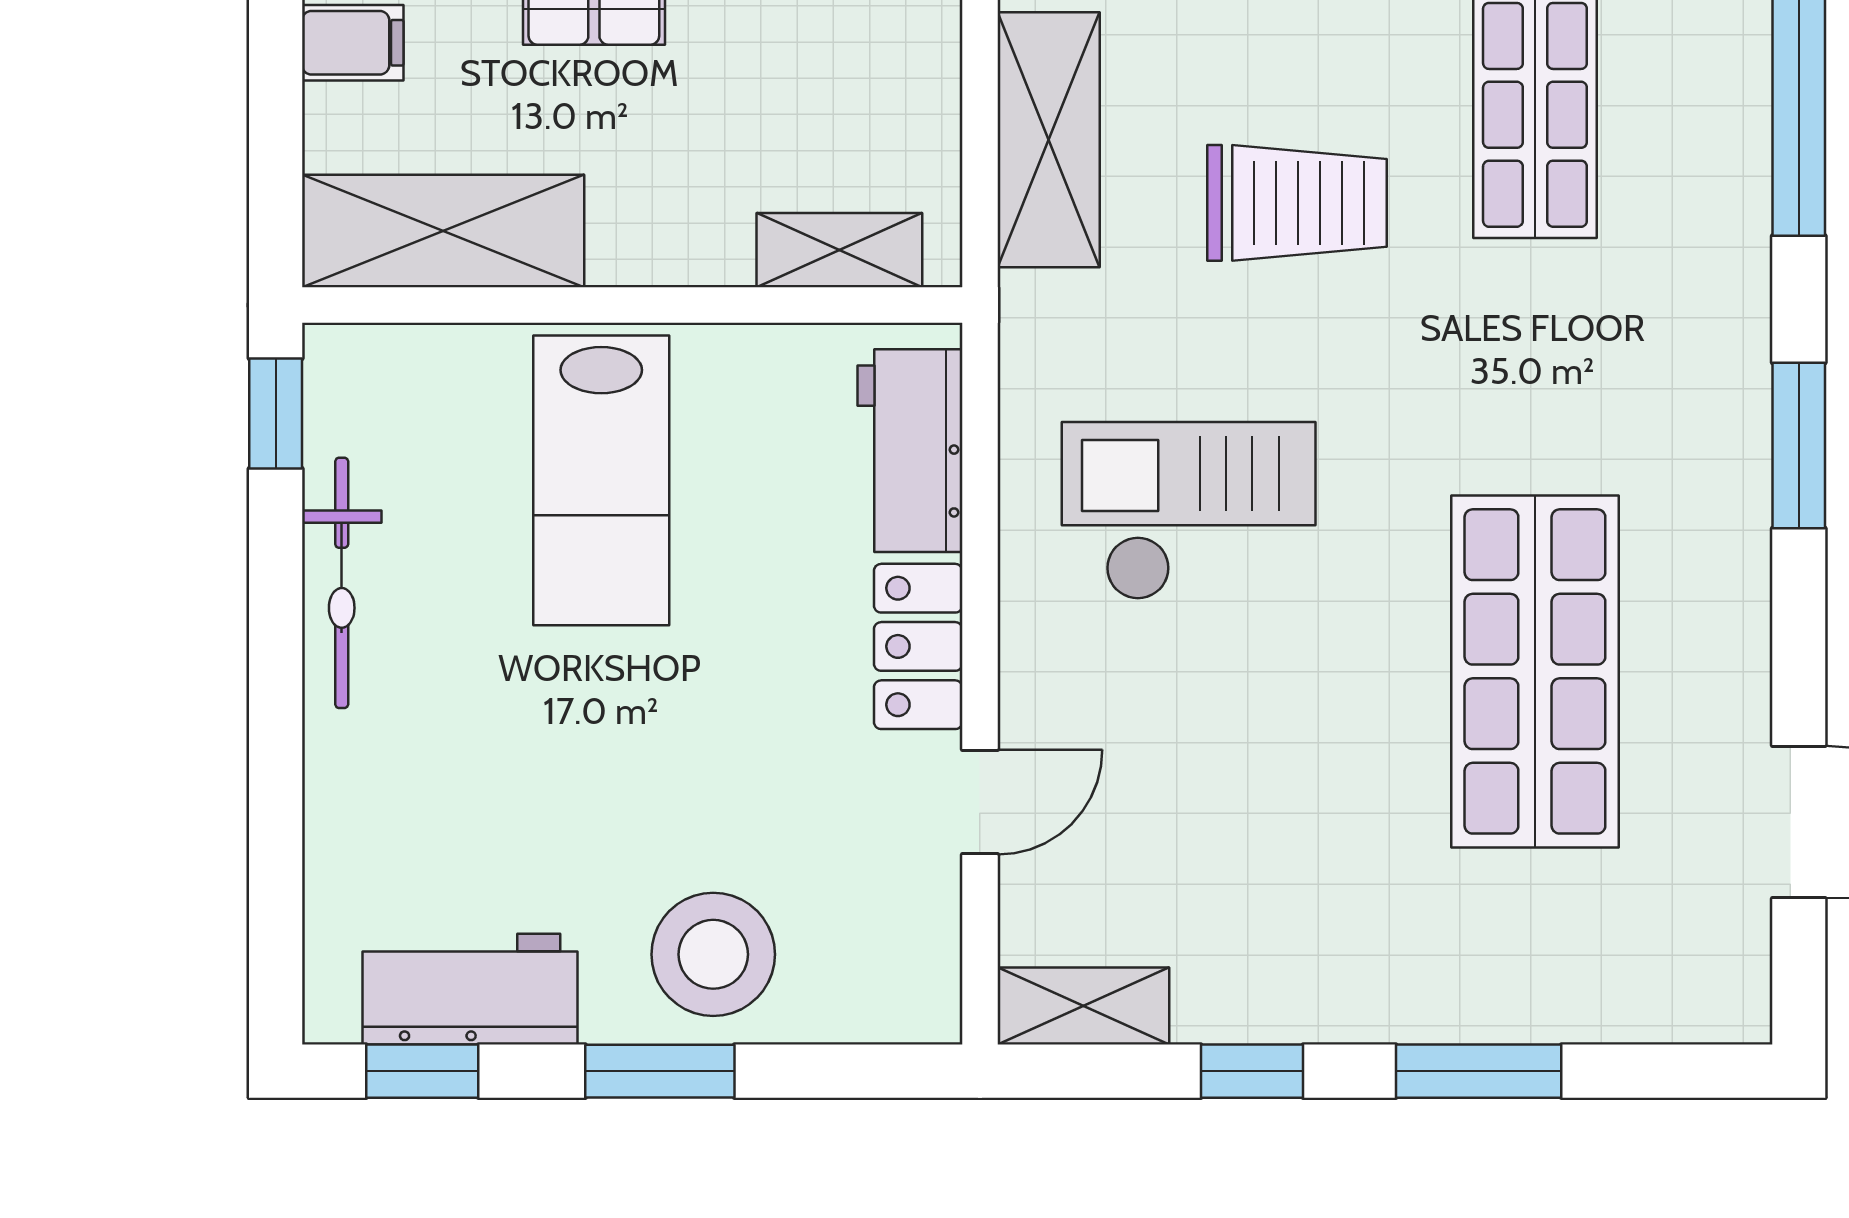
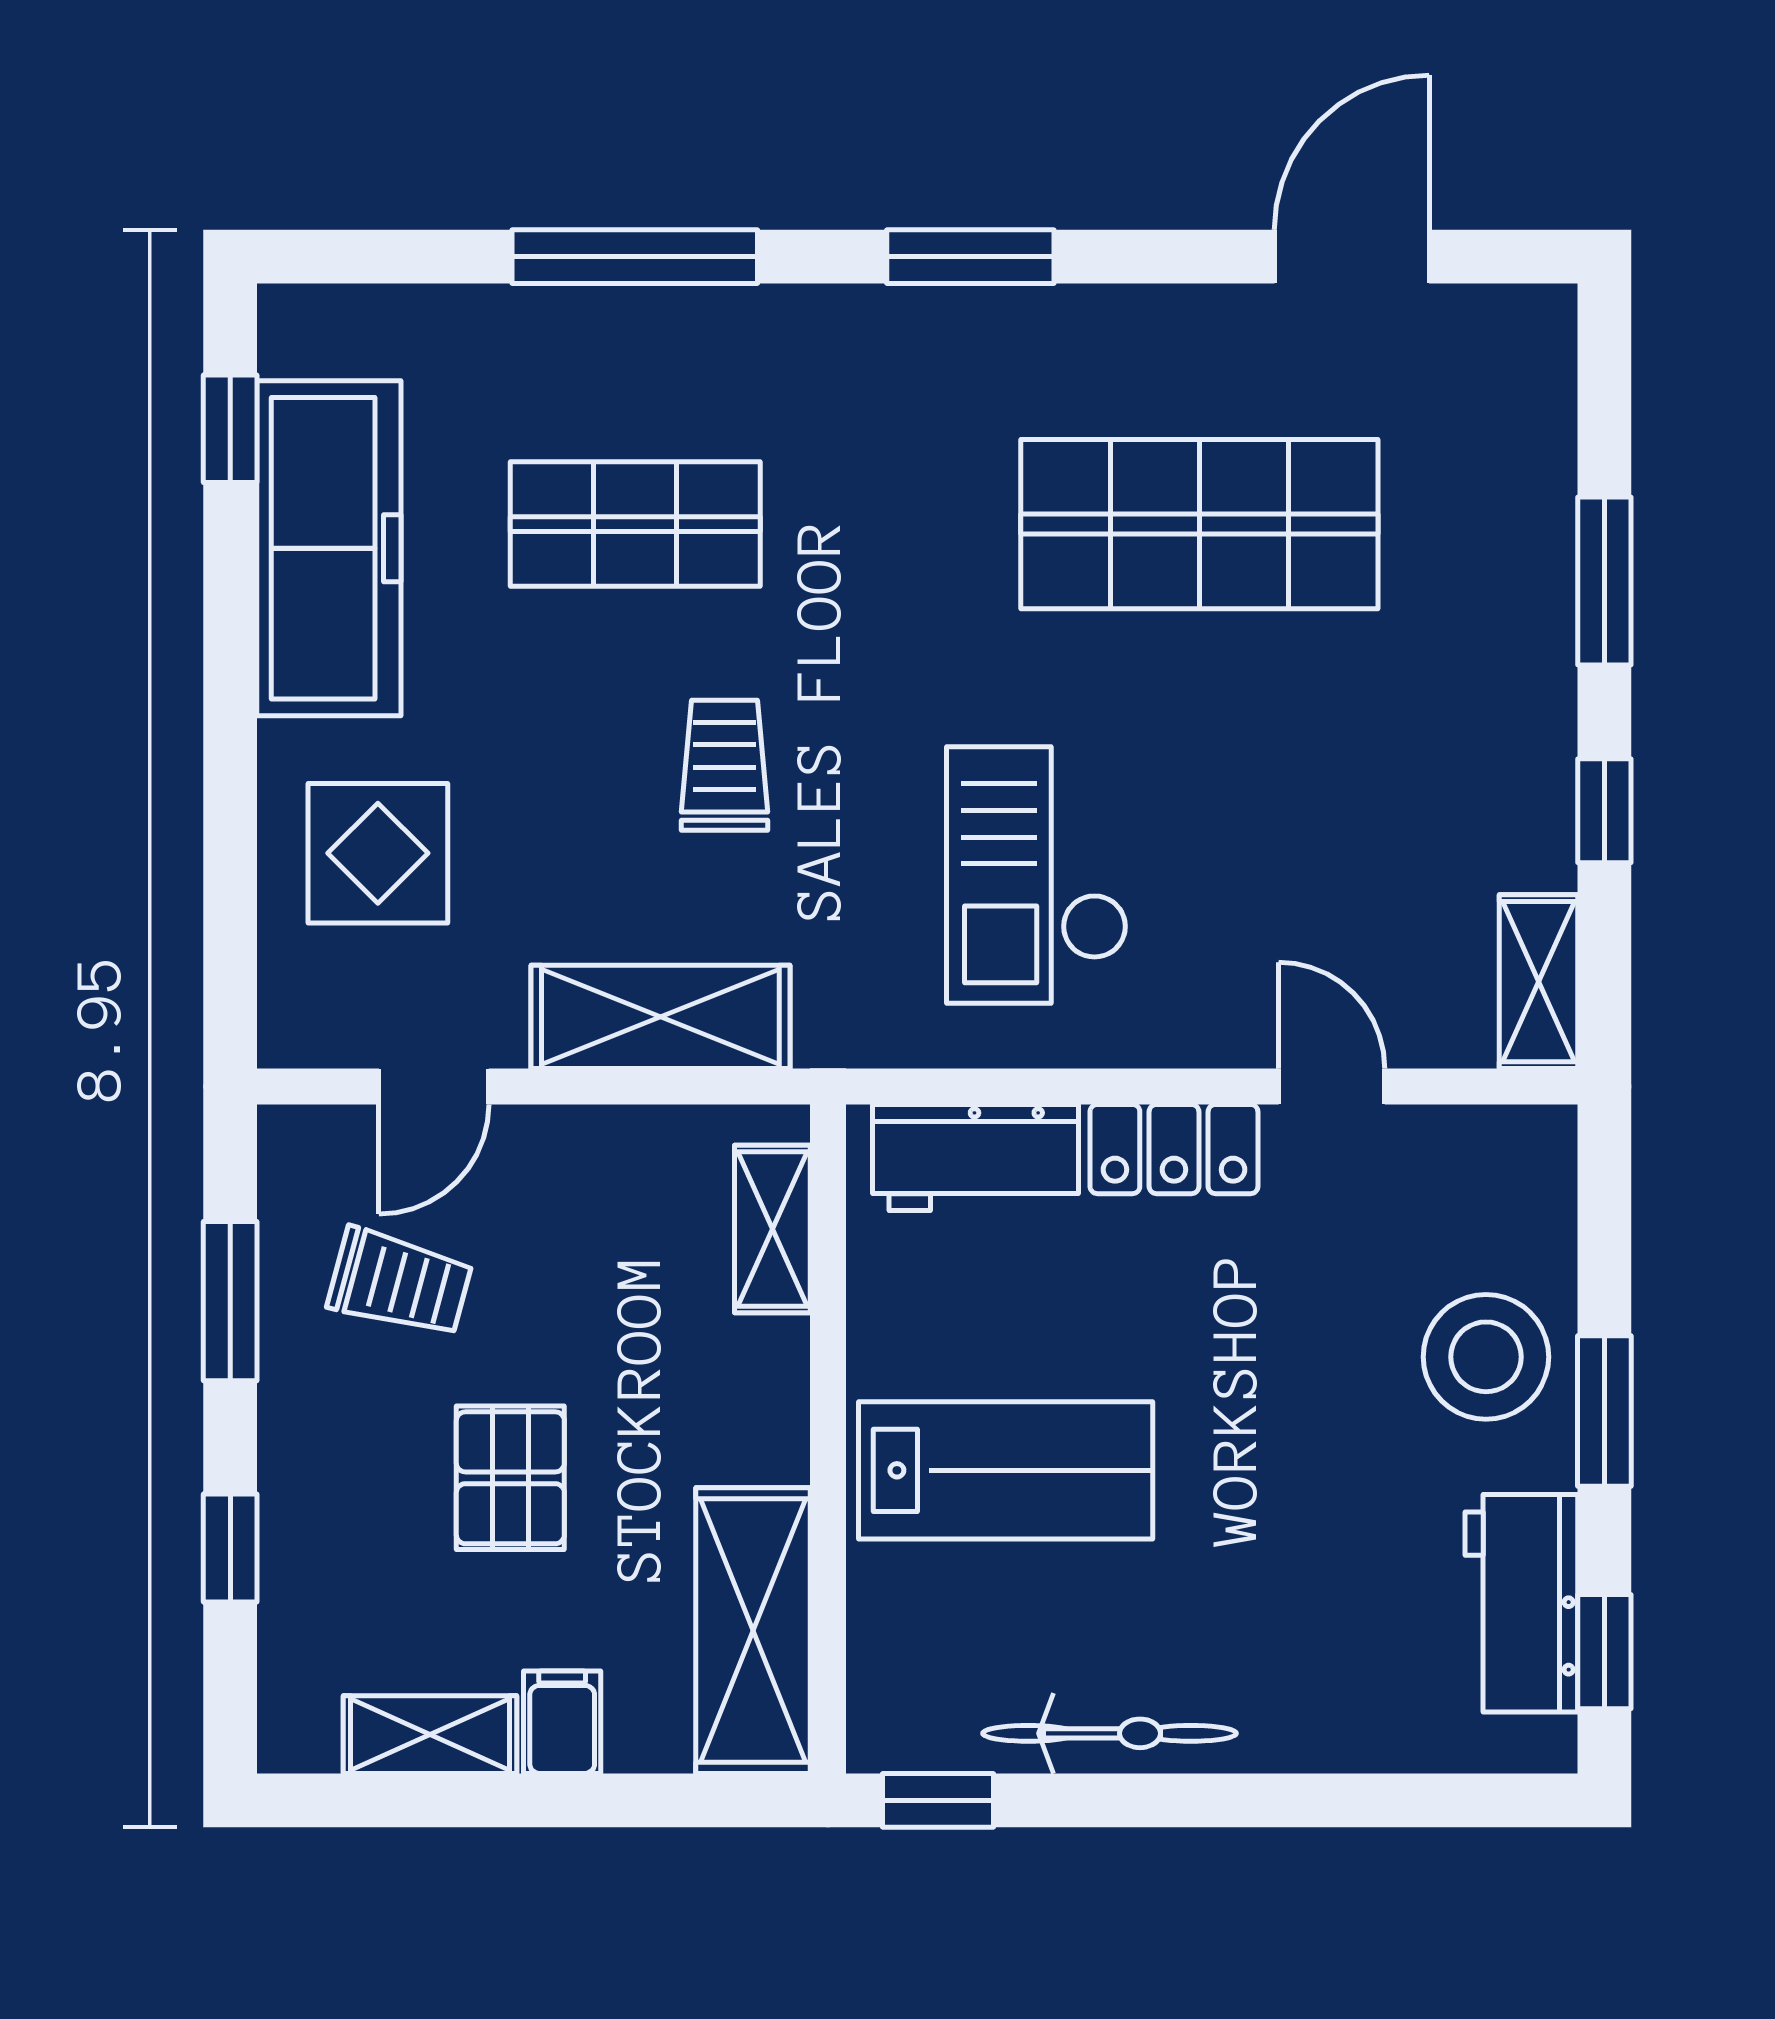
trolley: (1297, 203) -> (724, 765), width x0.73, depth x0.72

